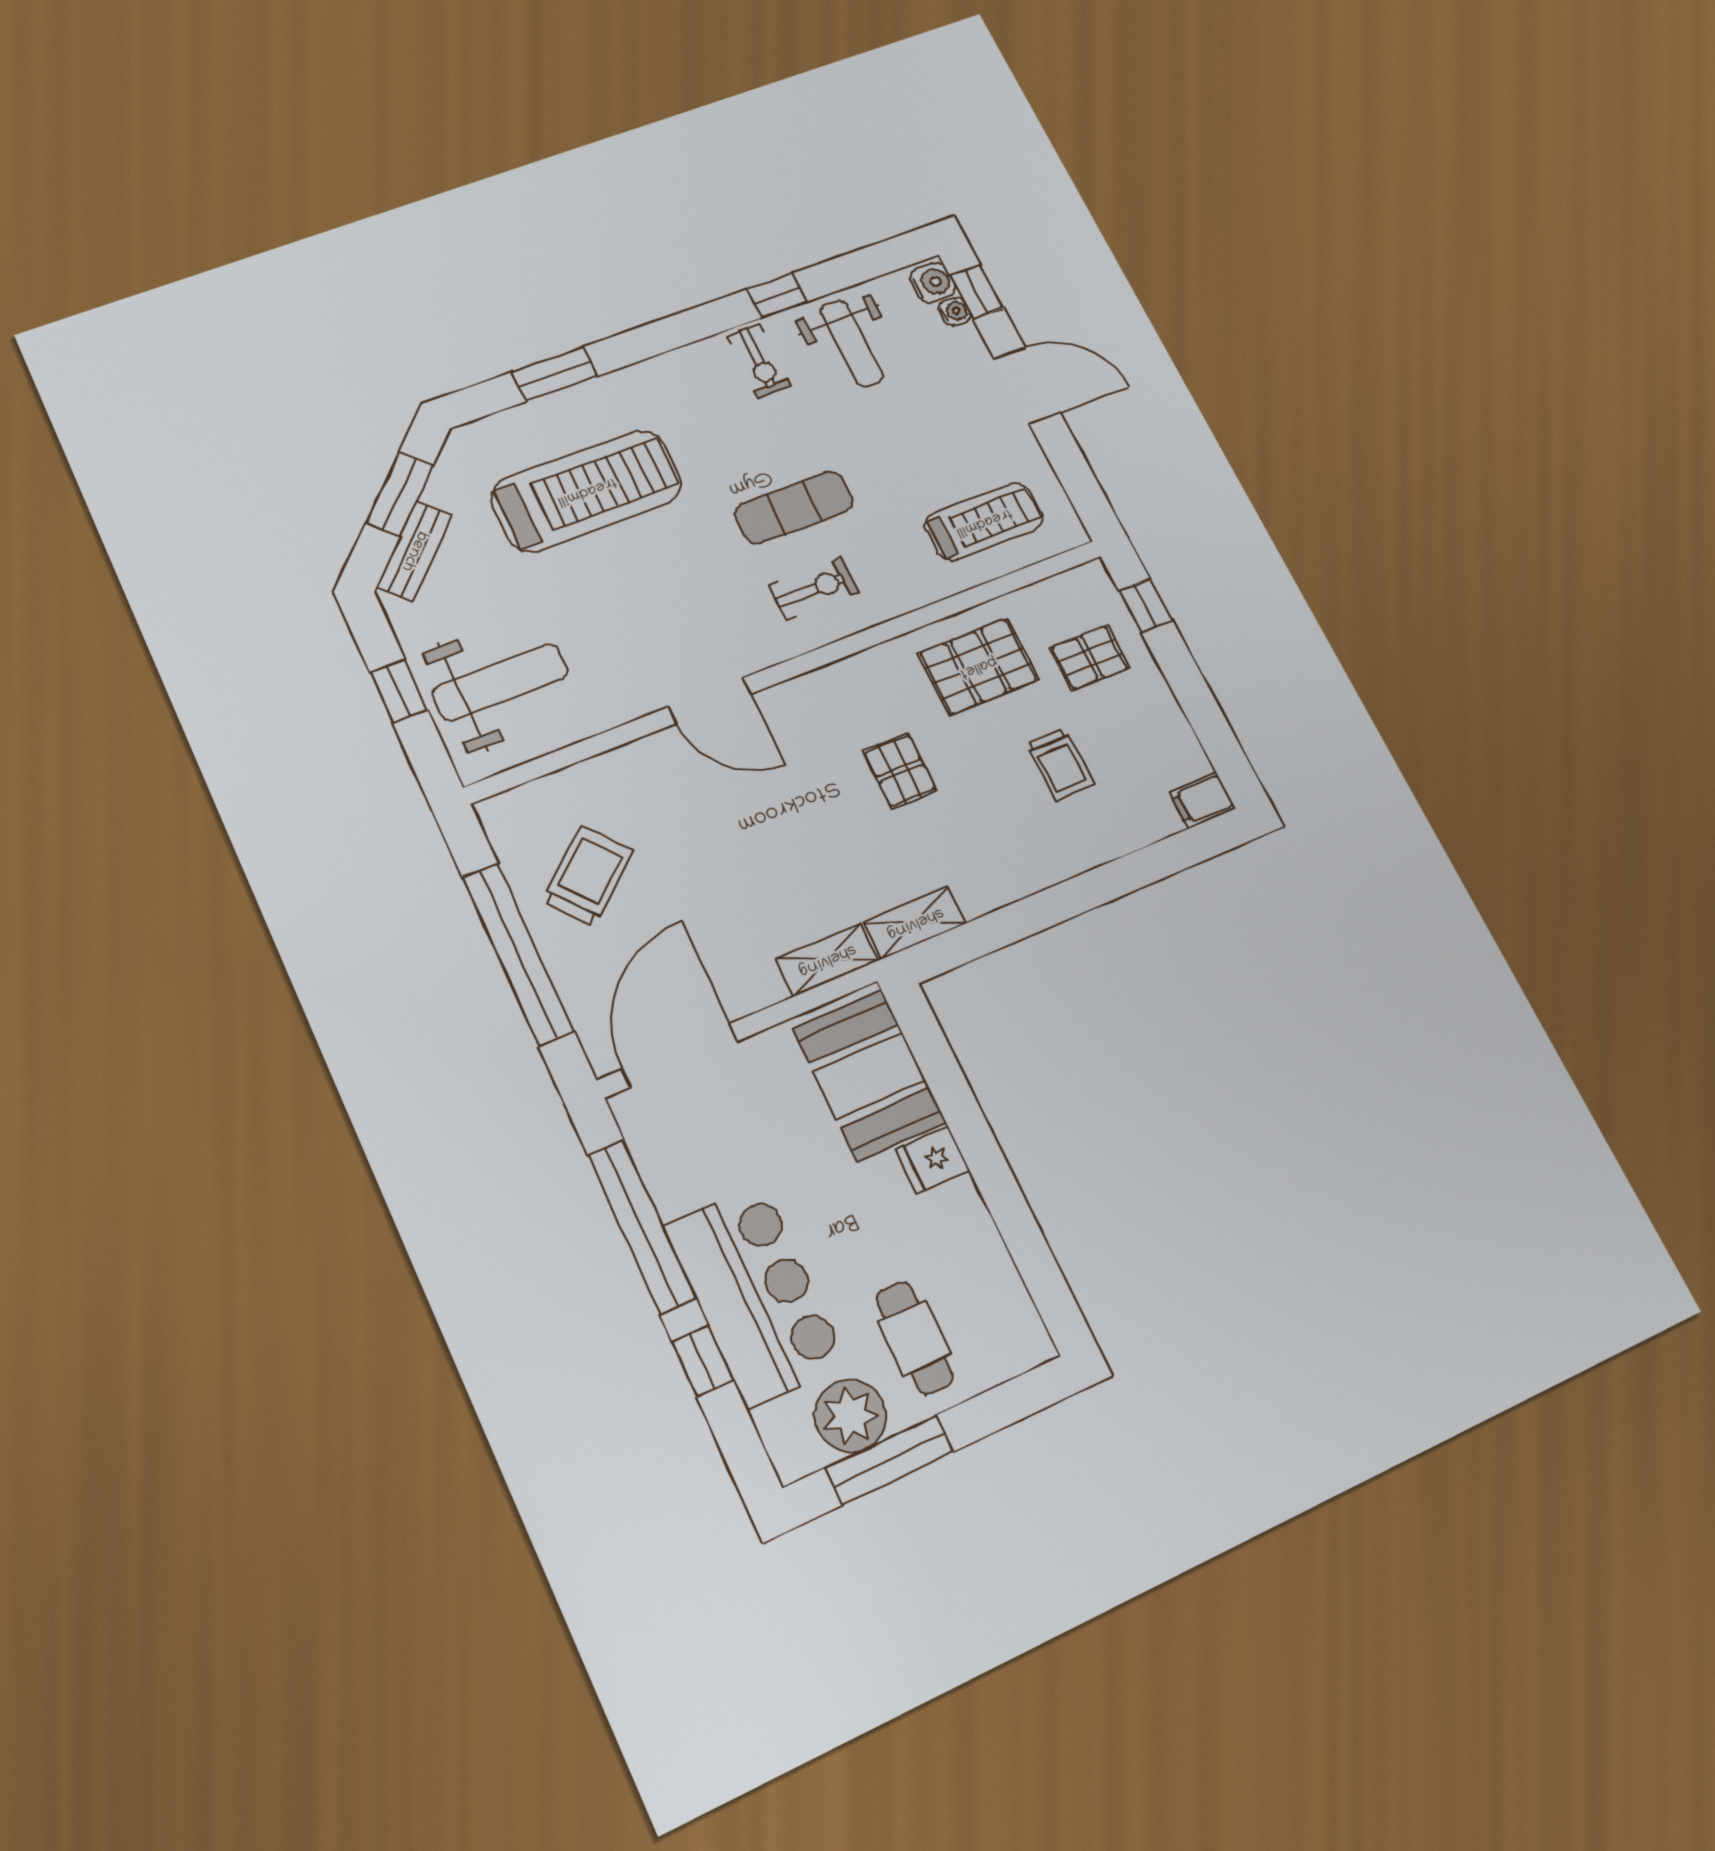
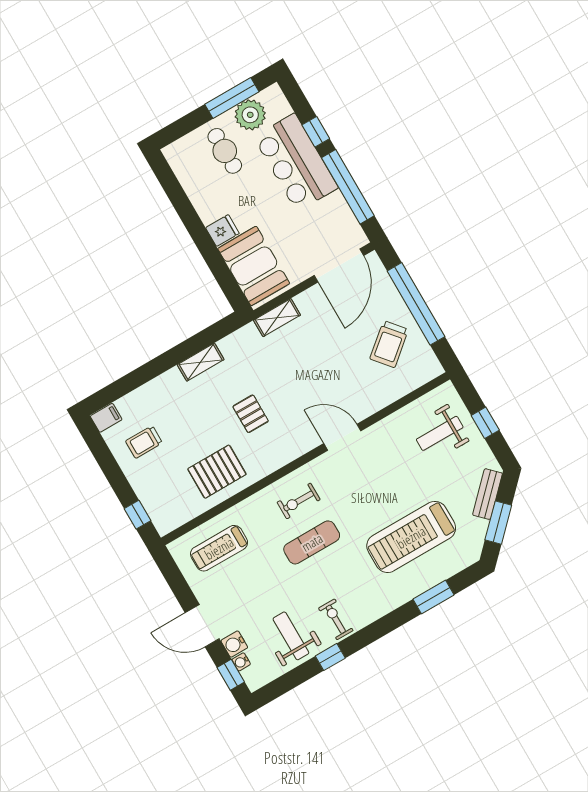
water cooler: (933, 283) -> (234, 644), moved
pallet: (1090, 658) -> (164, 483), removed
weight bench: (500, 682) -> (440, 433), width x0.73, depth x0.75
trolley: (1060, 764) -> (144, 442), moved, turned -90
shelving: (915, 923) -> (201, 362), moved

